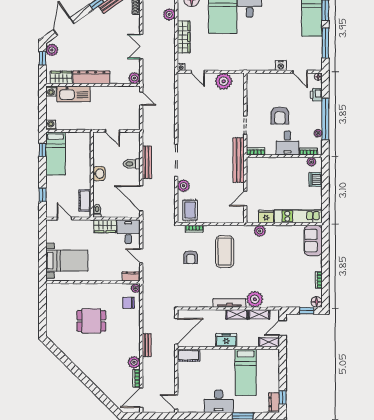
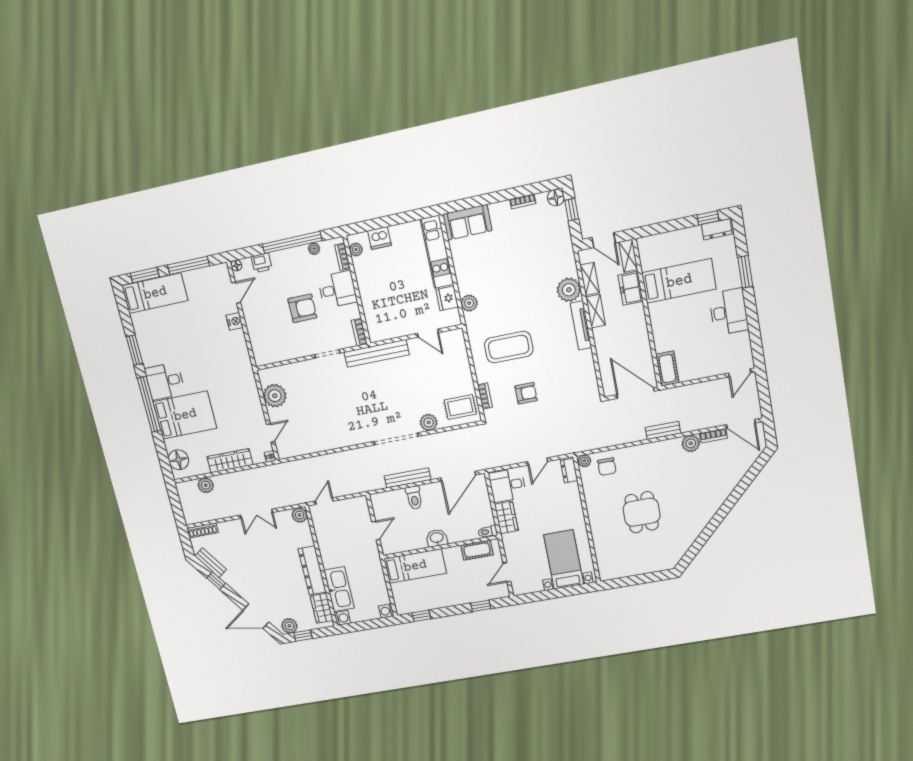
bed: (56, 154) -> (415, 566), moved
freezer: (226, 340) -> (631, 288), moved

